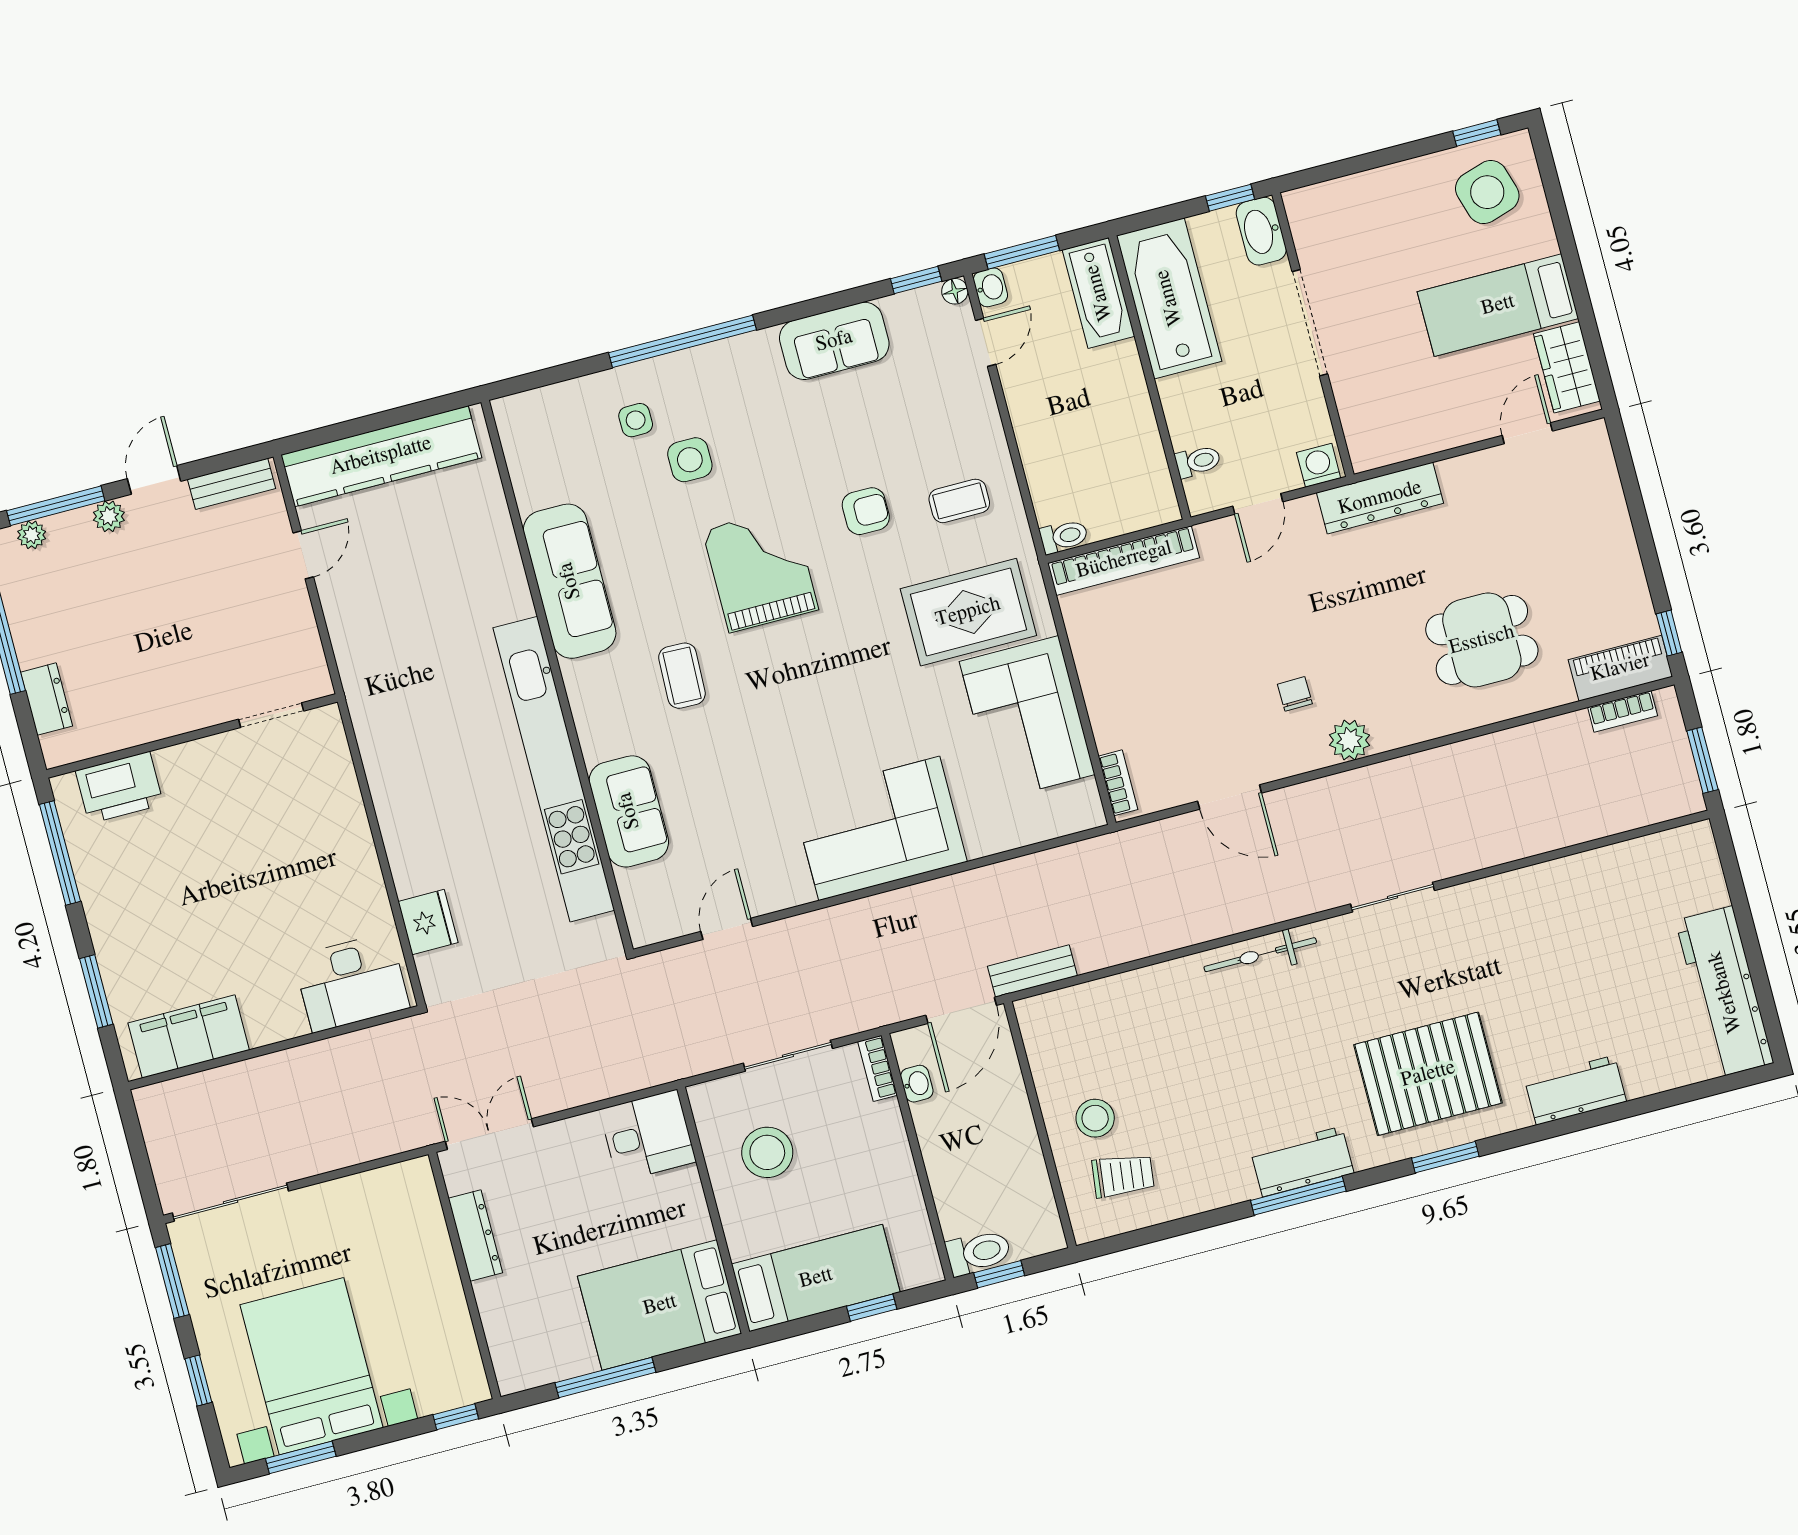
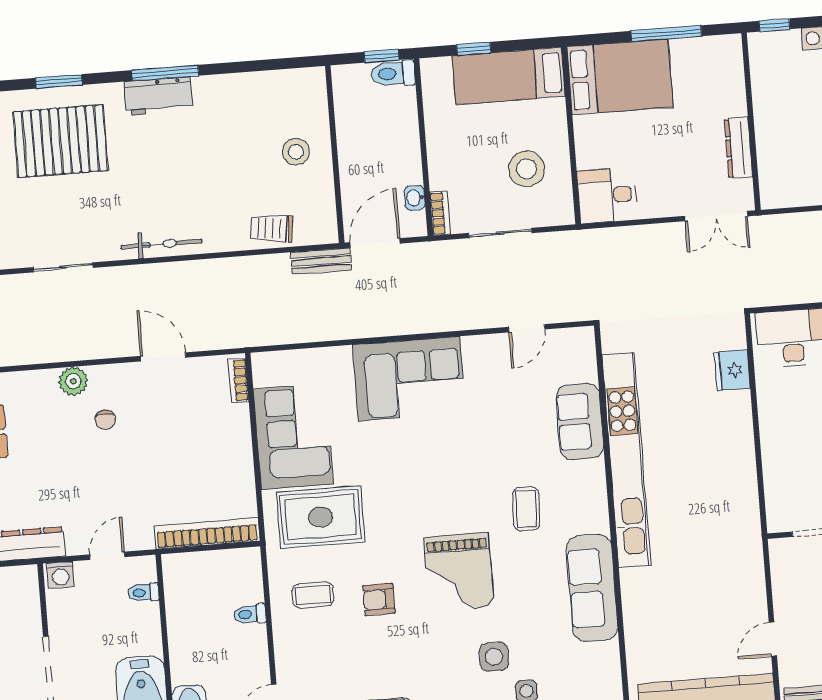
toilet: (1064, 536) -> (250, 614), moved
trolley: (1123, 1176) -> (272, 228), moved

